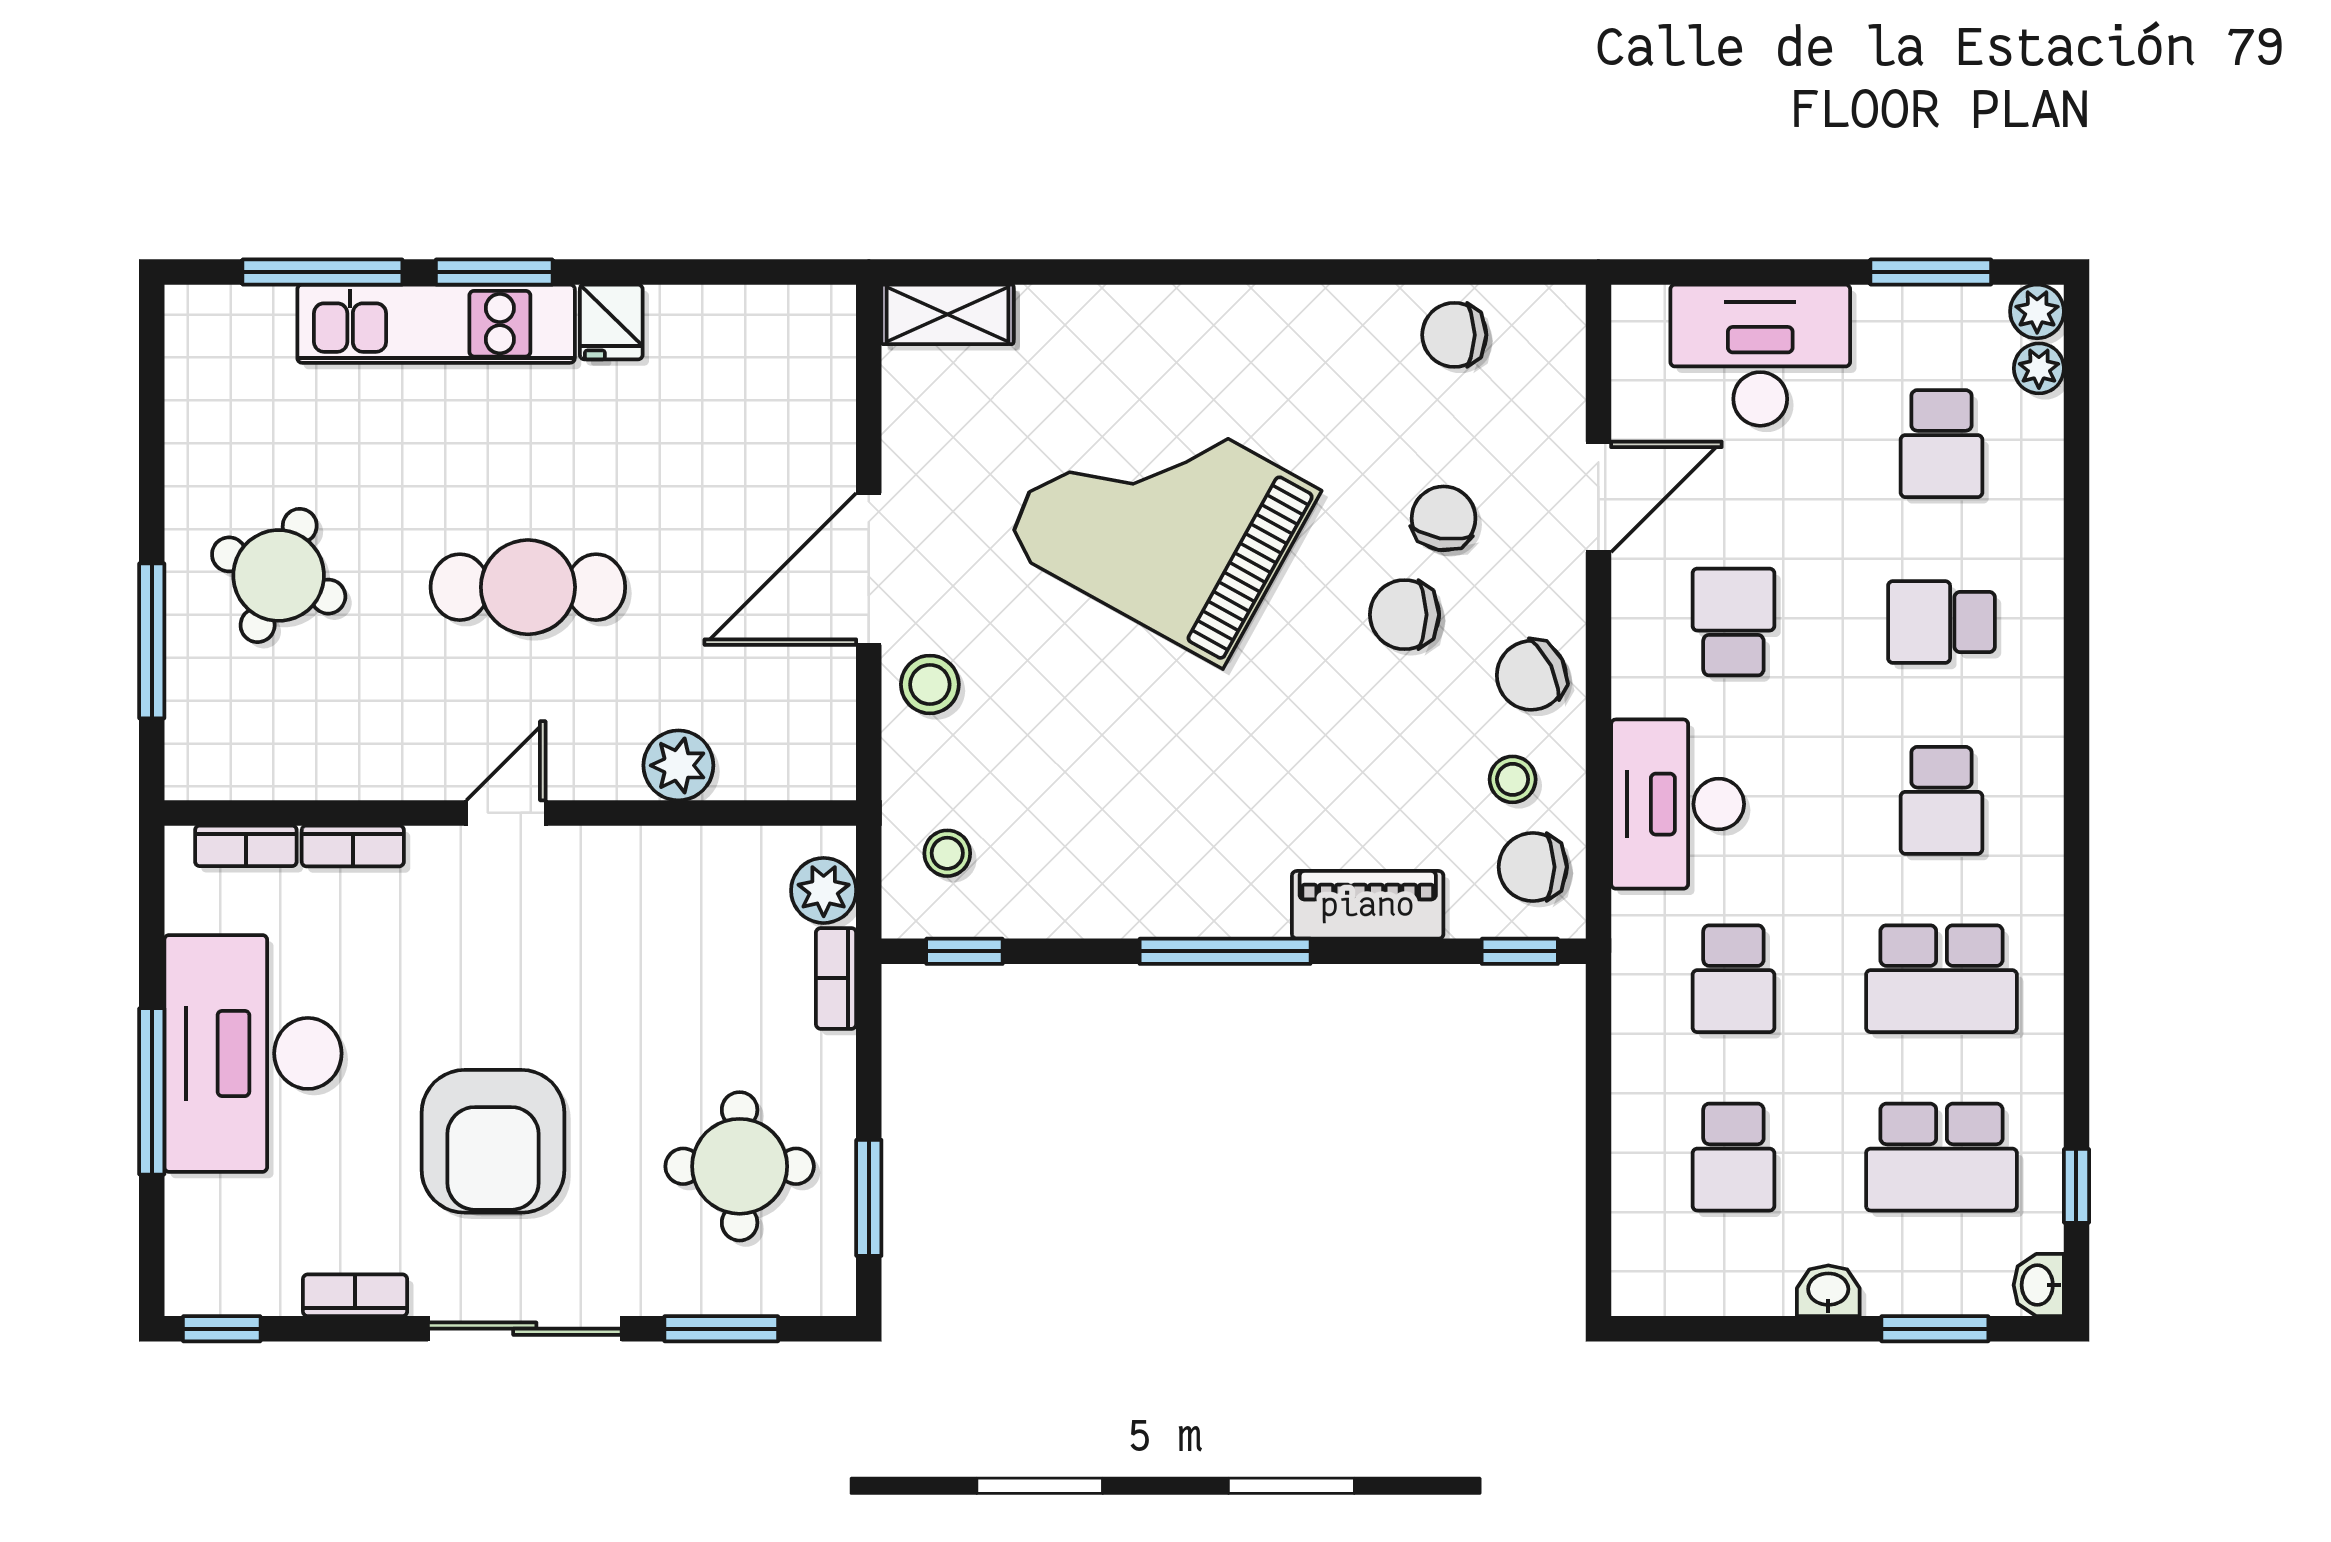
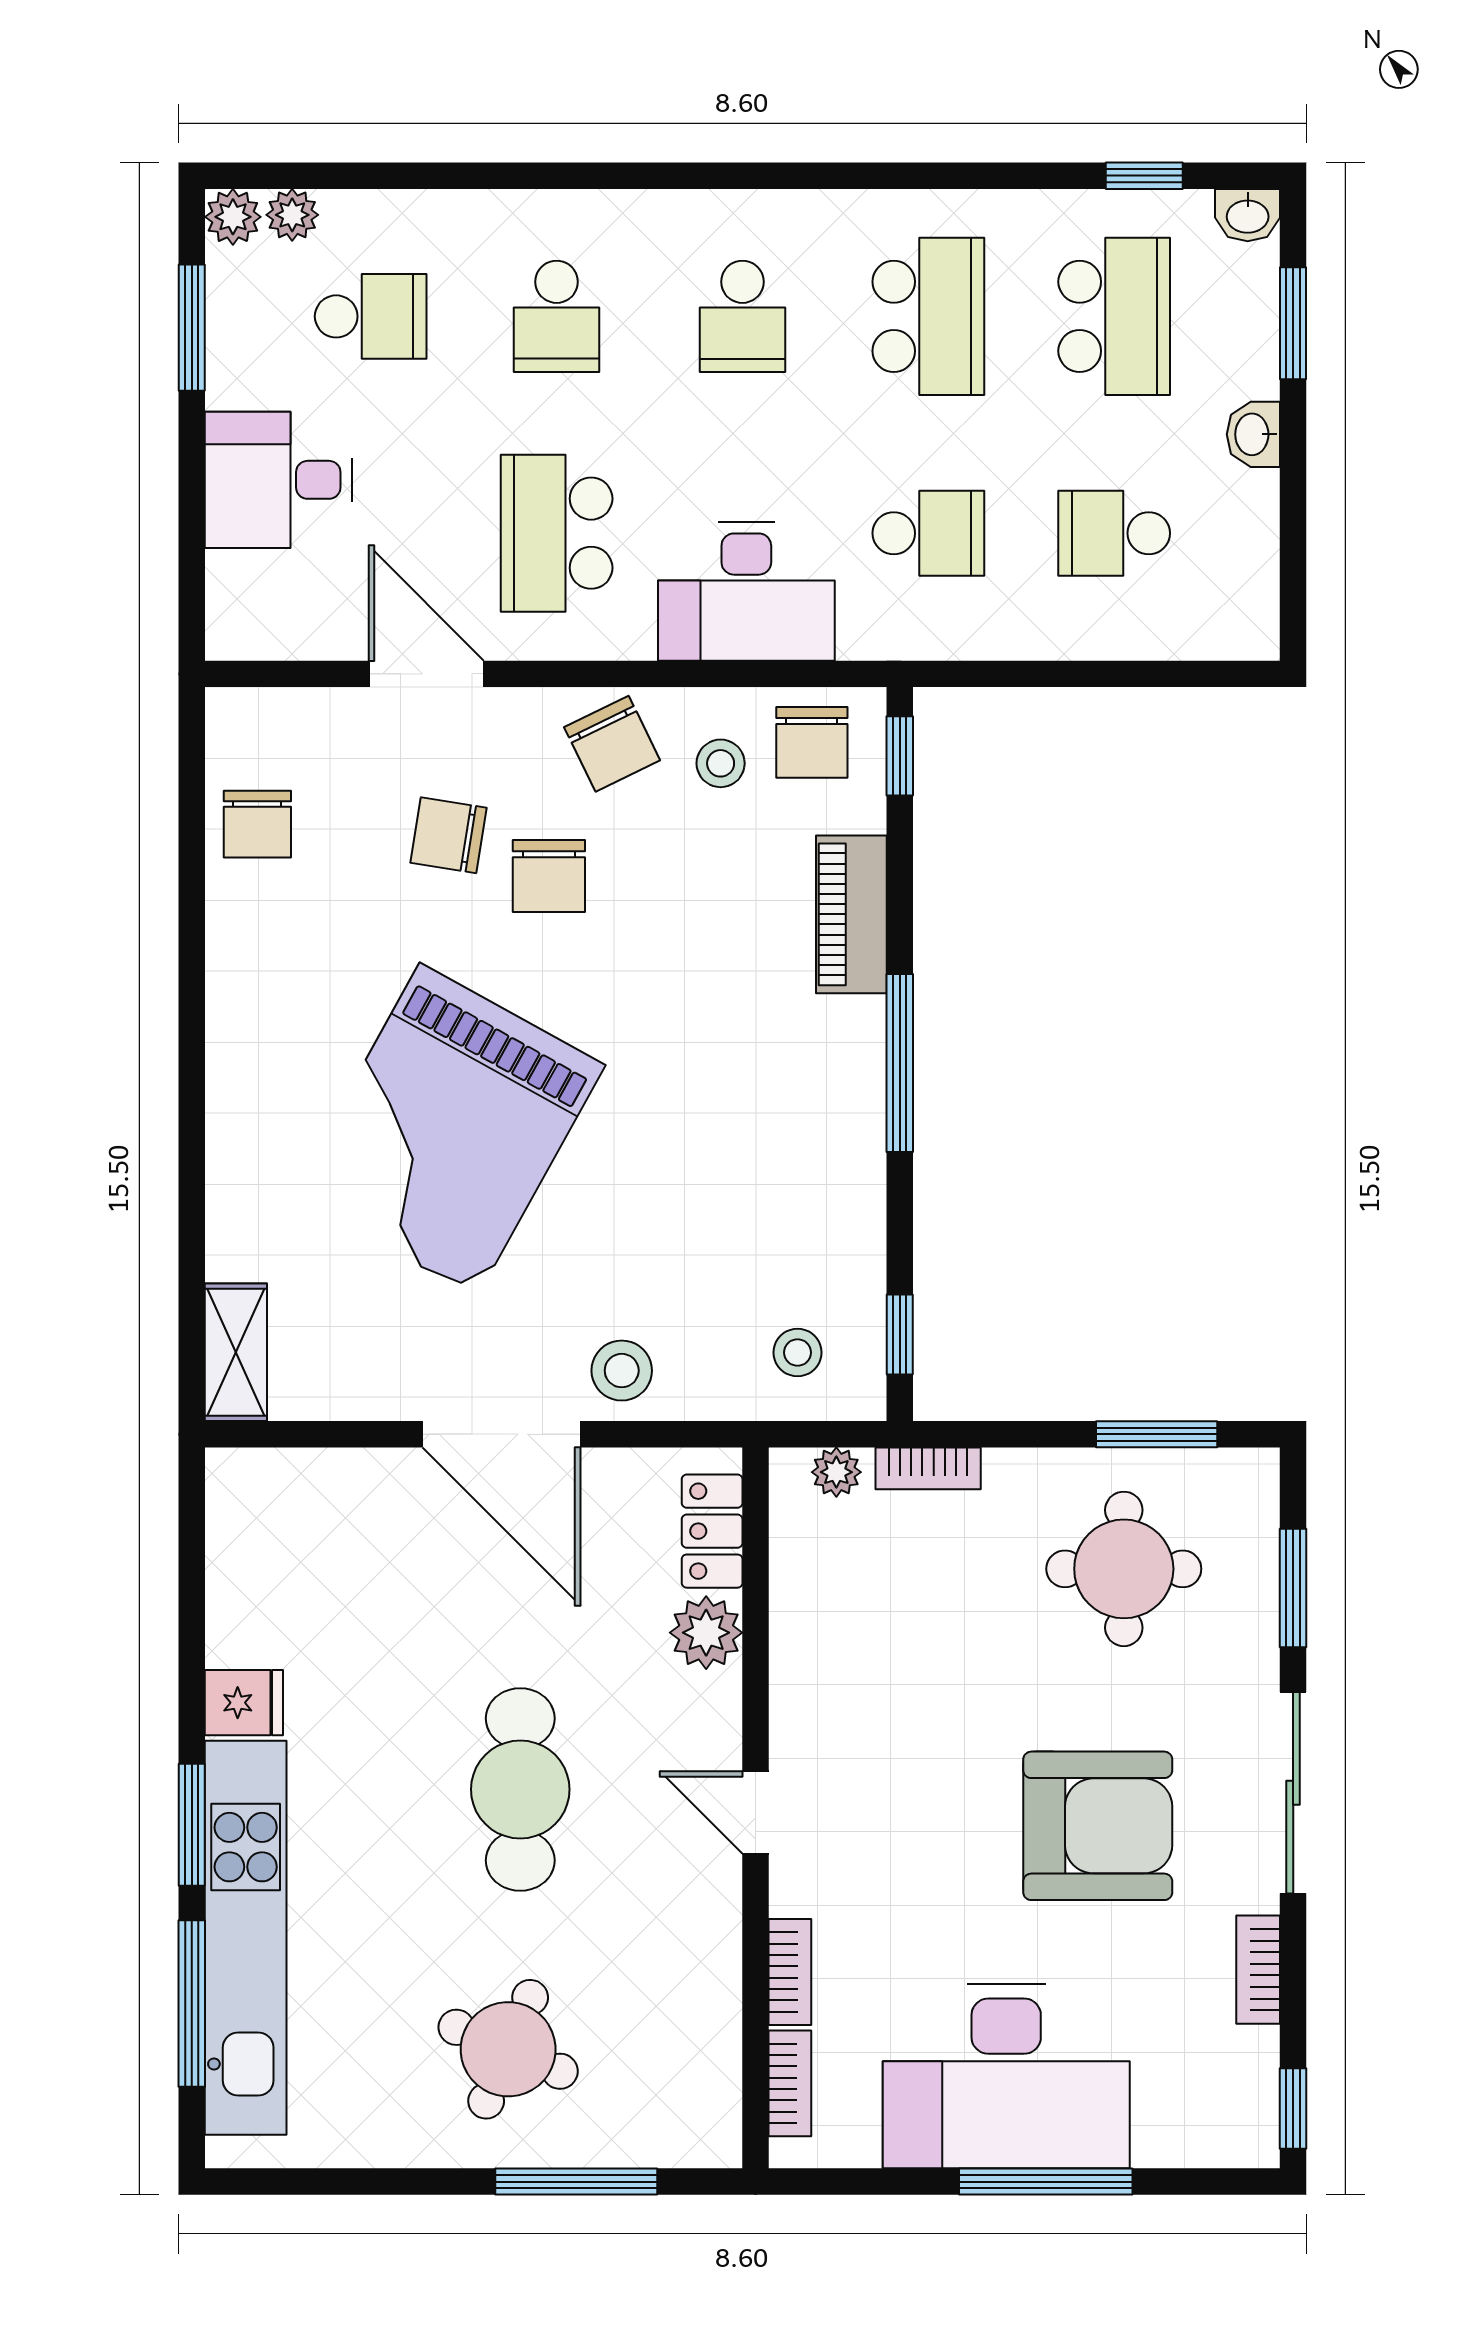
kitchen unit: (436, 324) -> (246, 1938), width x1.36
desk: (1760, 355) -> (279, 480), width x0.73
school desk: (1733, 622) -> (557, 533), width x1.85
locker: (776, 771) -> (712, 1531), added
school desk: (1941, 800) -> (742, 316), turned 90
plant: (824, 890) -> (836, 1472), width x0.73, depth x0.73
school desk: (1733, 1157) -> (1114, 533), turned 180

